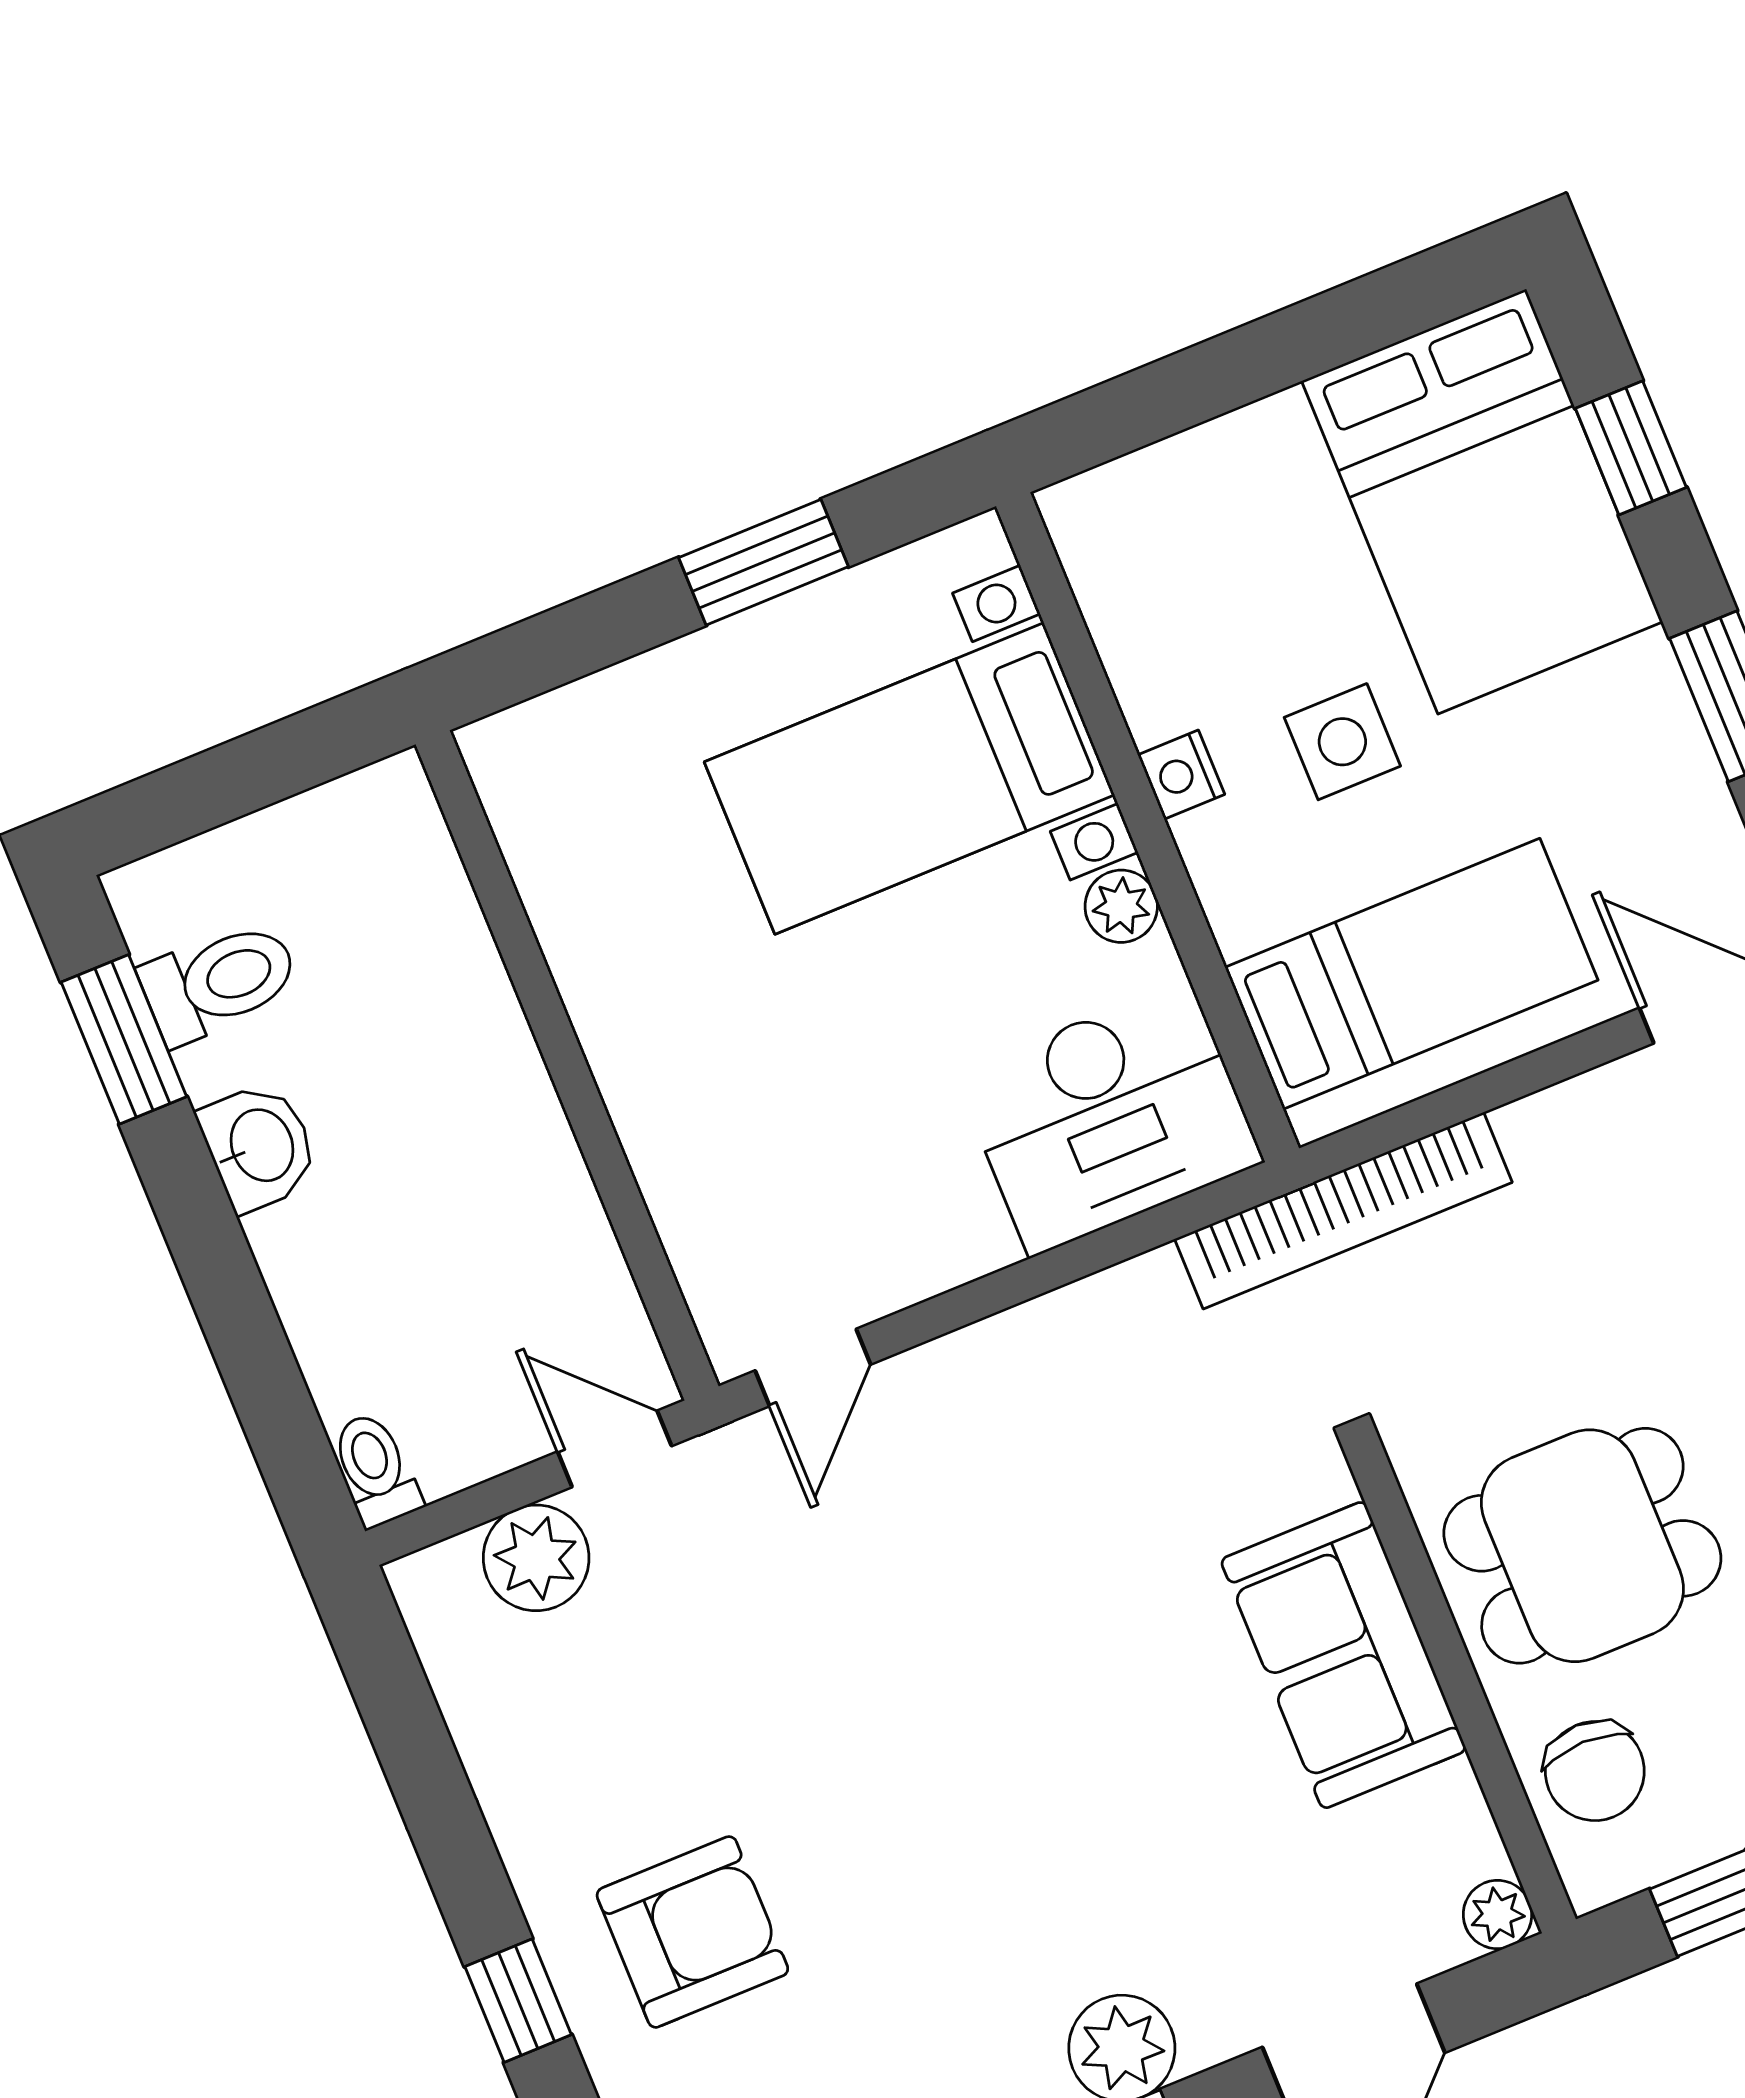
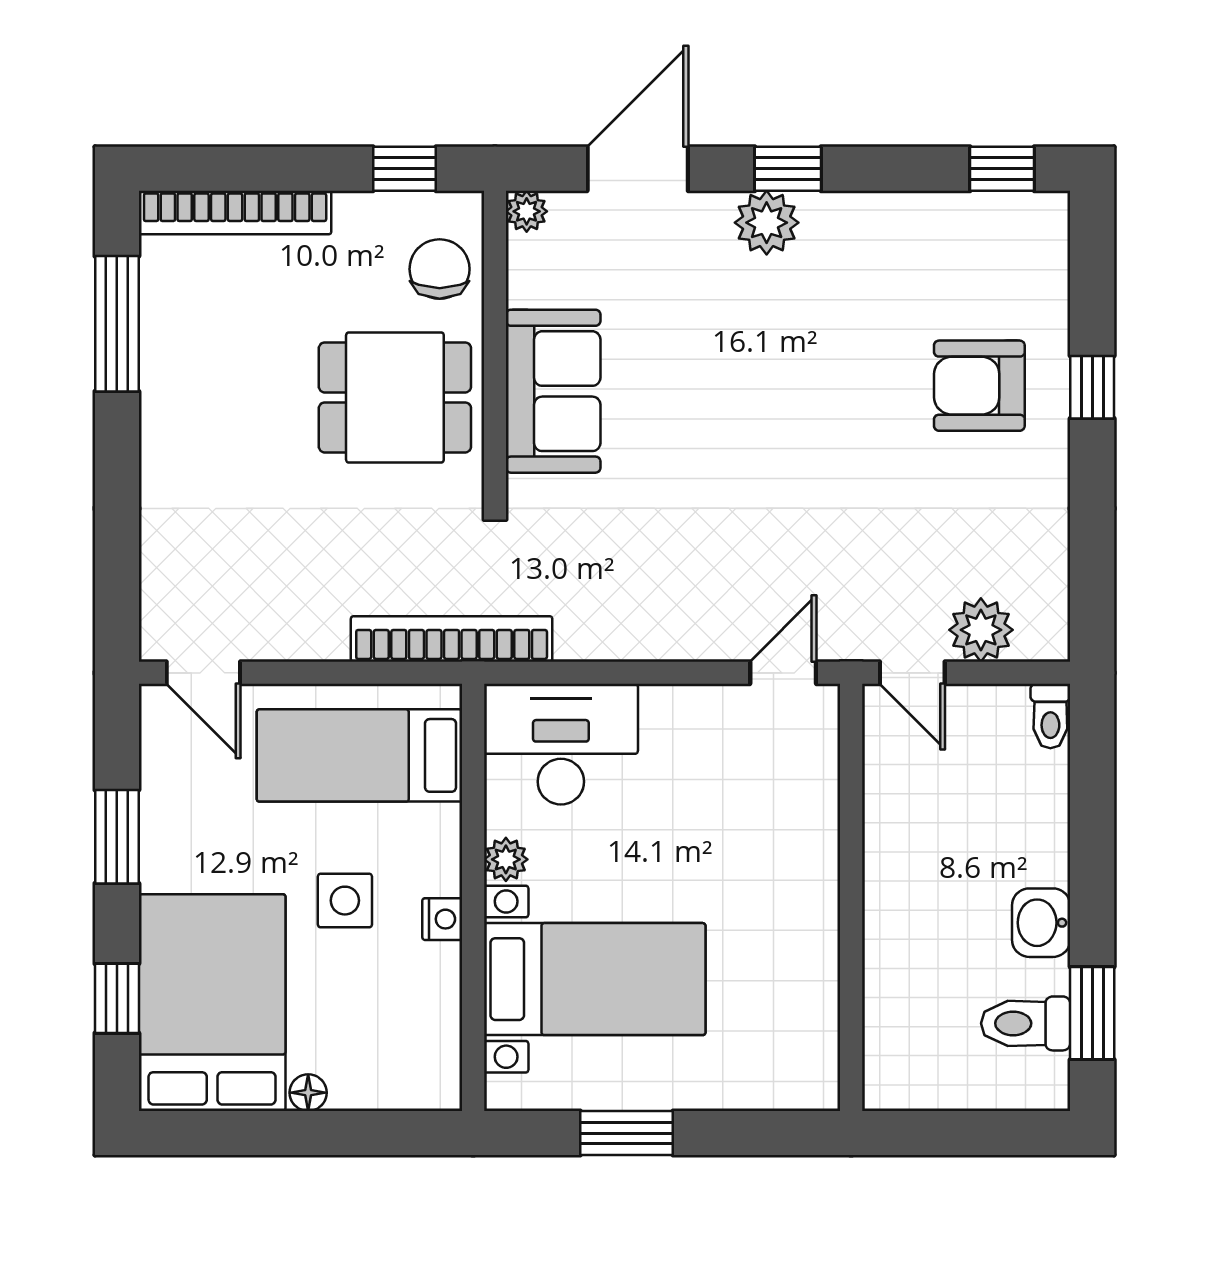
floor lamp: (1278, 424) -> (308, 1093), added

